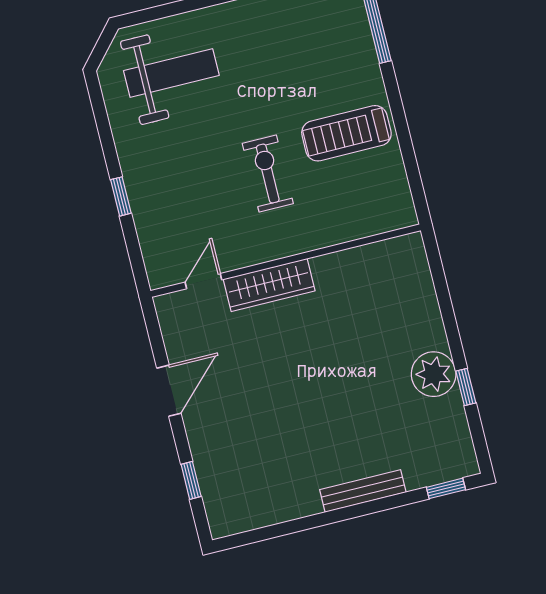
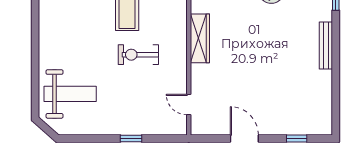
weight bench: (171, 73) -> (70, 94), turned 90
wardrobe: (269, 285) -> (200, 38), moved

